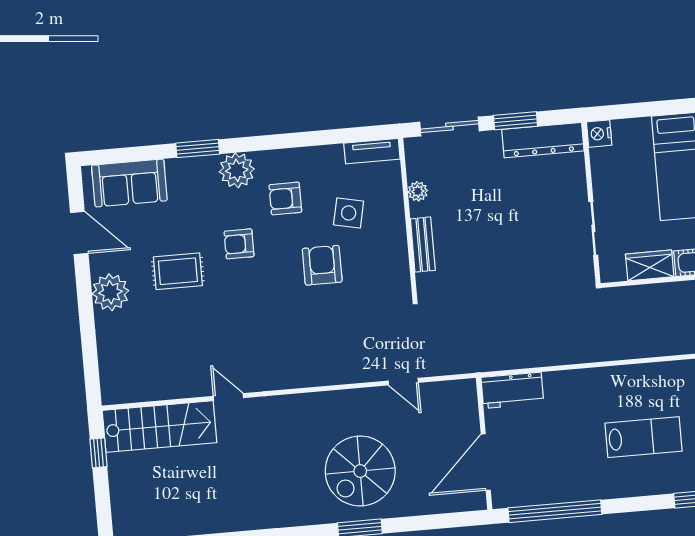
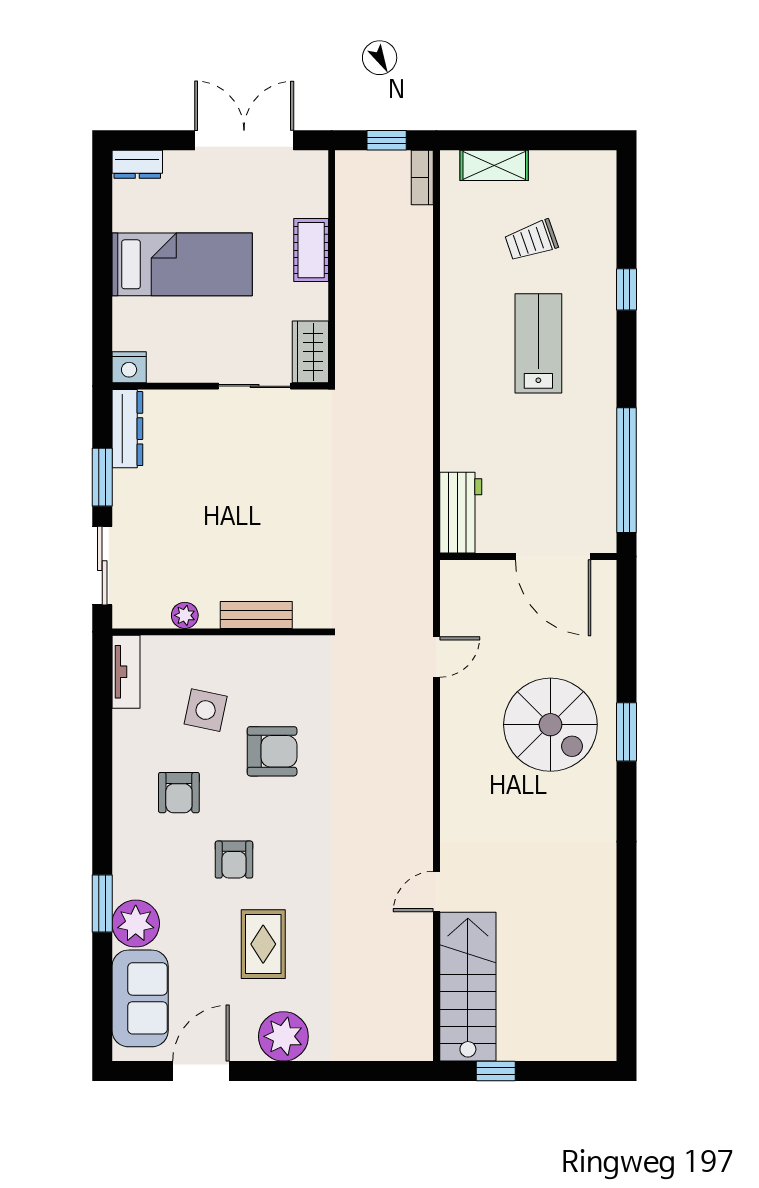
dresser: (543, 140) -> (127, 429), width x0.73, depth x0.80
plant: (237, 170) -> (136, 924), moved
armchair: (322, 265) -> (272, 751), turned 180
wardrobe: (650, 265) -> (310, 352), moved

